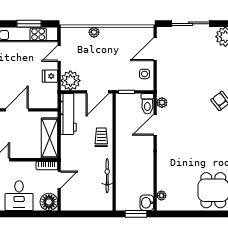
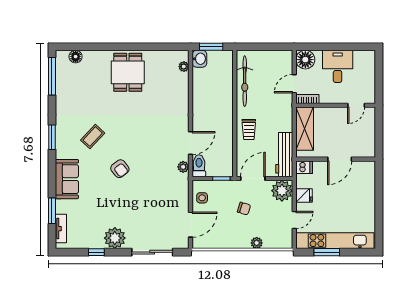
chair: (106, 64) -> (244, 209), added
dishwasher: (50, 102) -> (304, 167), added
bicycle: (107, 176) -> (245, 81), width x1.37, depth x1.40

